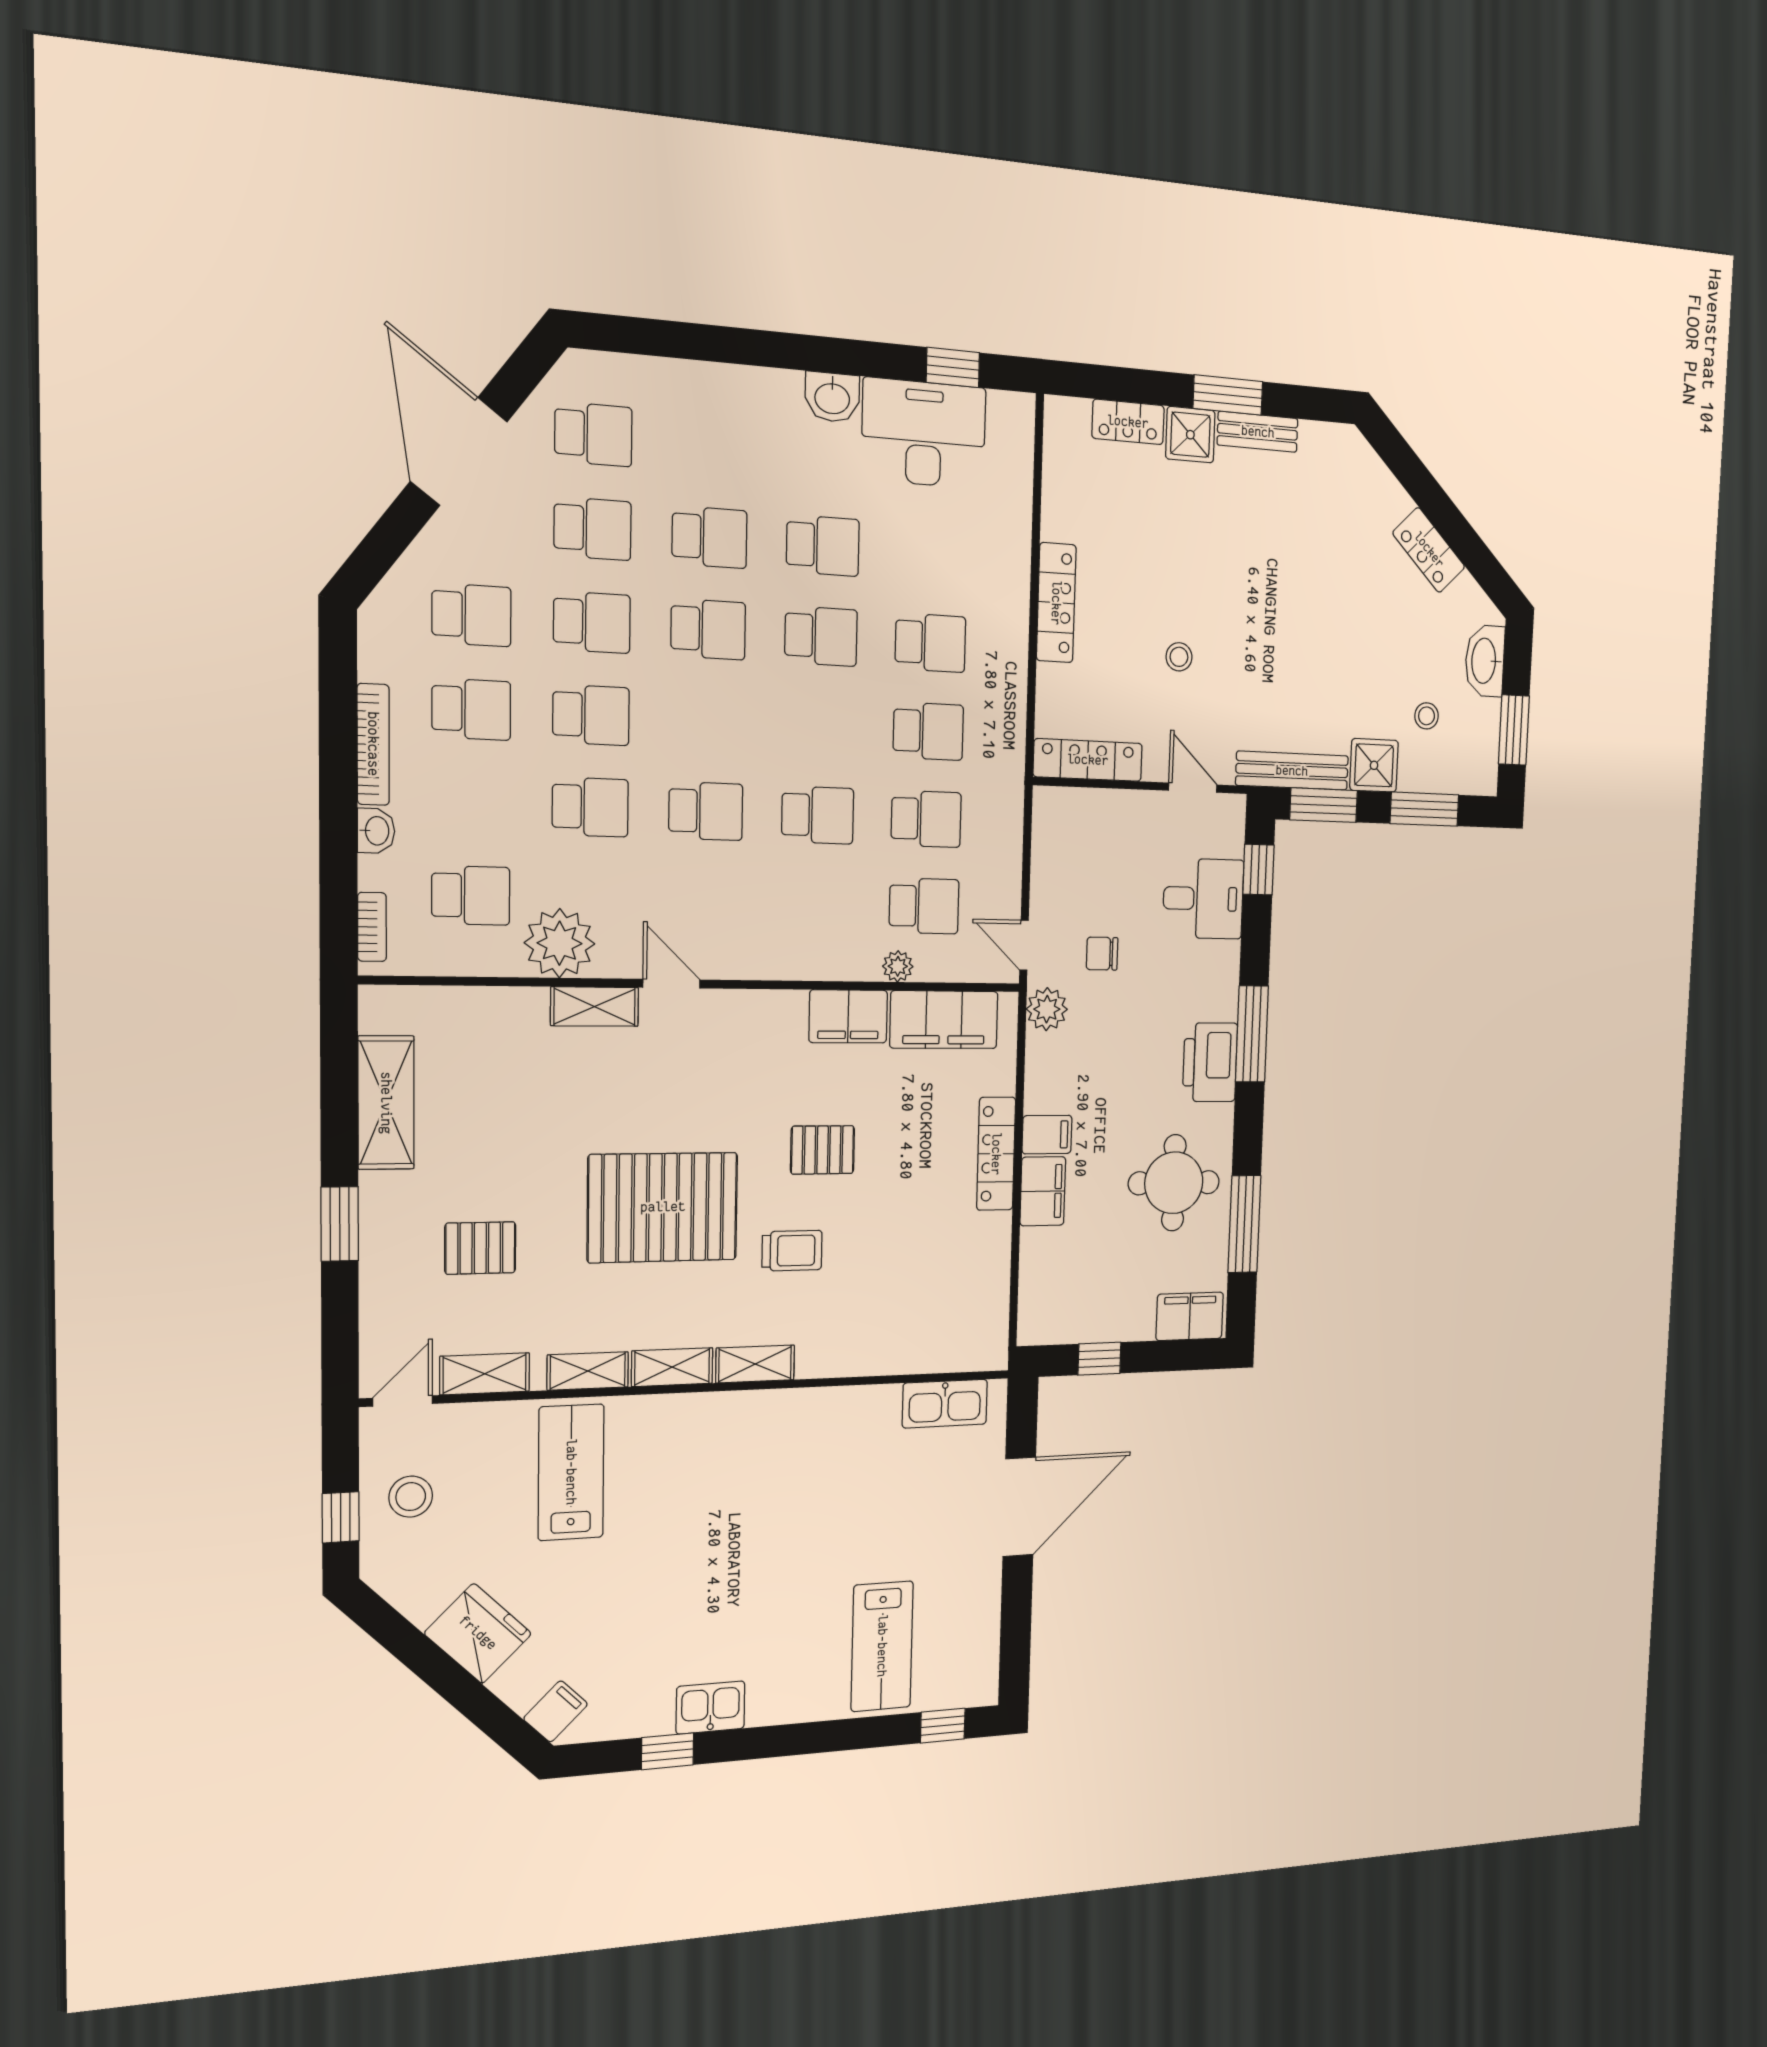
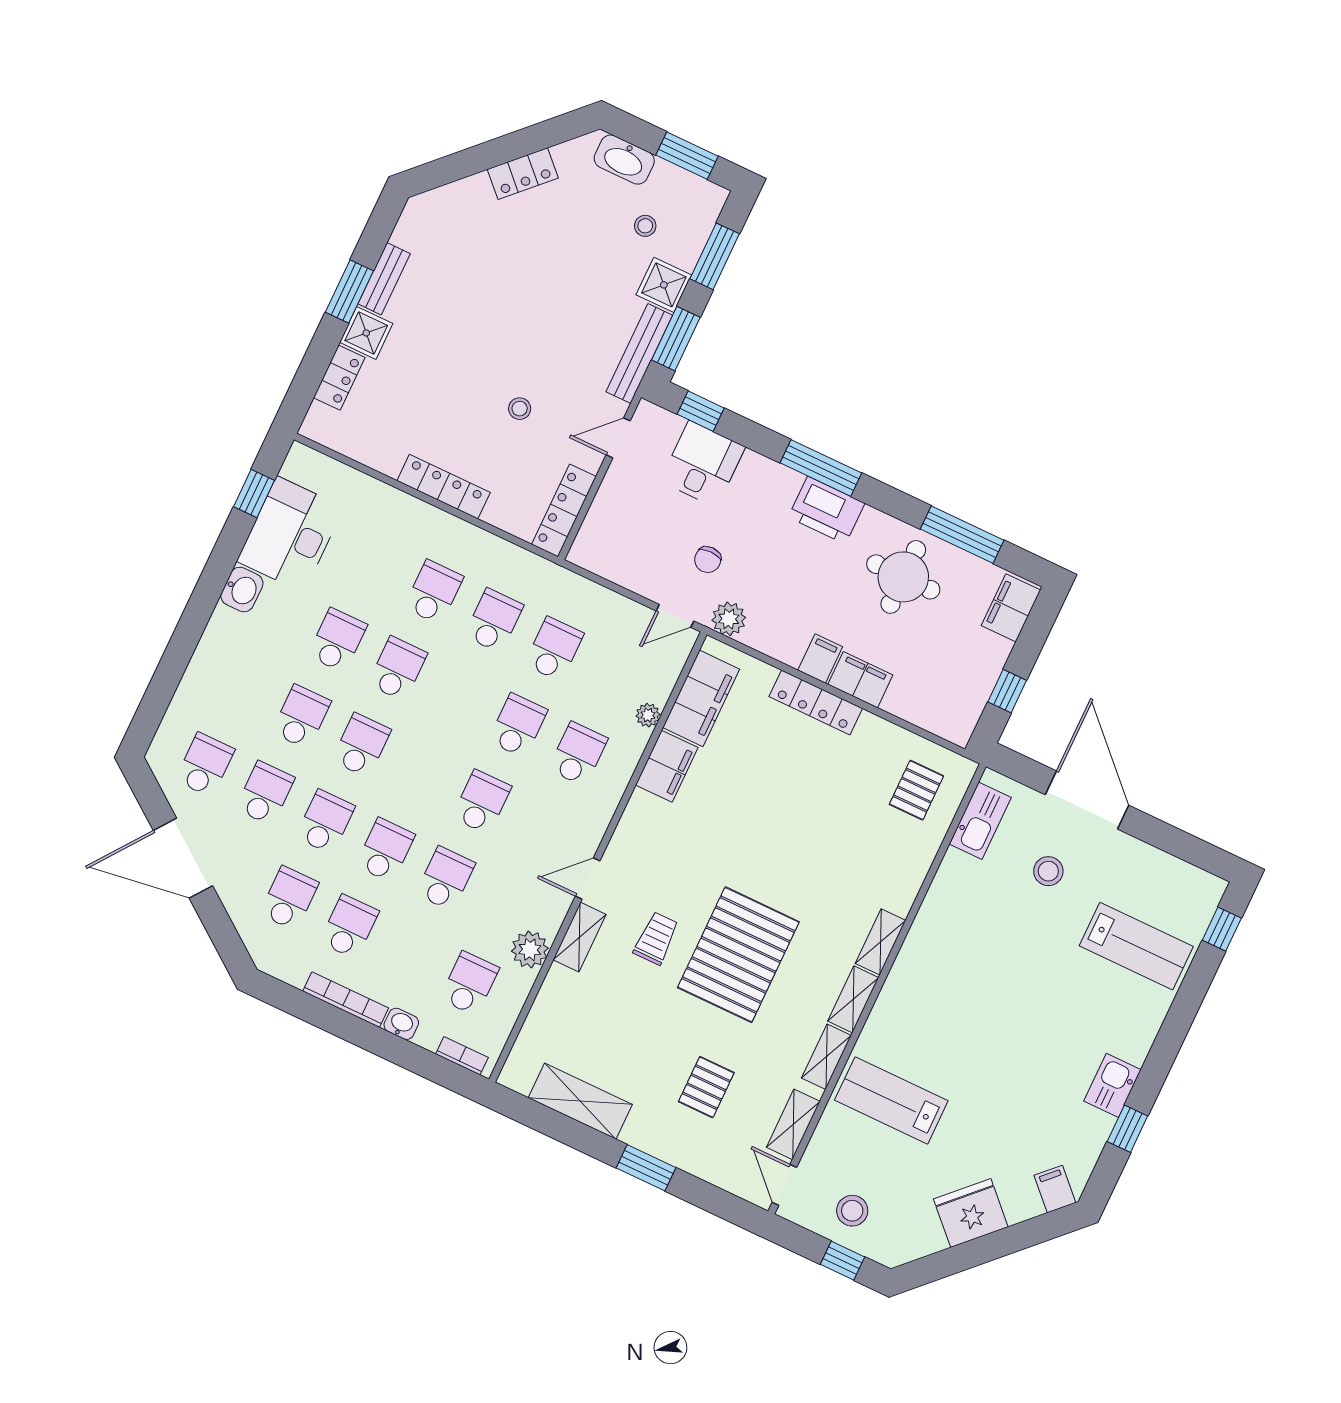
school desk: (924, 906) -> (578, 754), moved
plant: (560, 943) -> (530, 950), width x0.73, depth x0.73
pallet: (823, 1150) -> (916, 790), moved
trolley: (792, 1251) -> (656, 938), moved
stool: (922, 1507) -> (1048, 871), added

